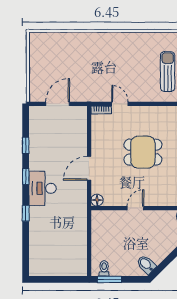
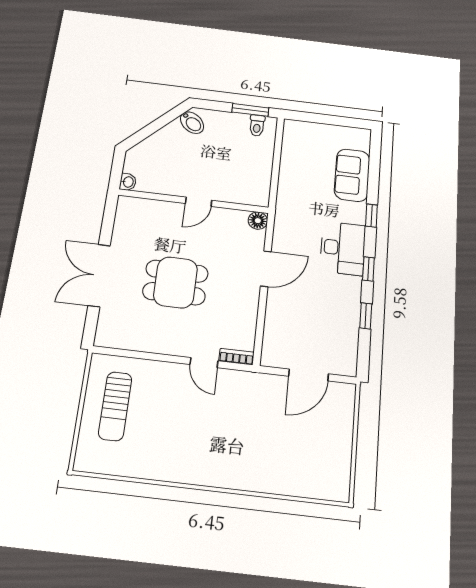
sofa: (40, 240) -> (352, 175), added

